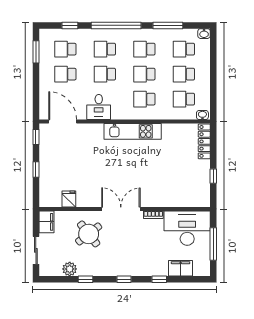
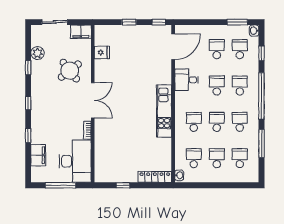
washbasin: (204, 34) -> (254, 31), moved

